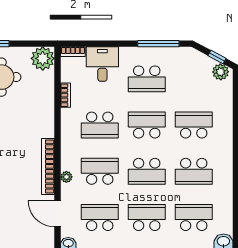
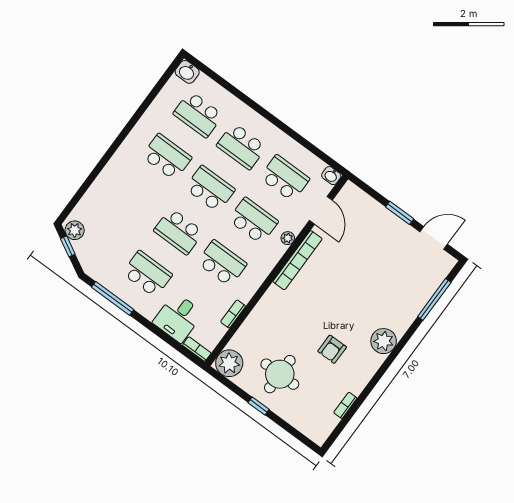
school desk: (194, 125) -> (135, 199), removed
school desk: (100, 171) -> (253, 221), turned 180
school desk: (100, 217) -> (285, 178), turned 180

